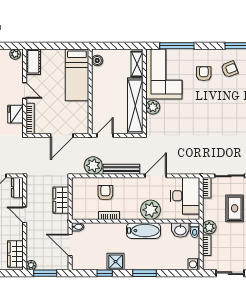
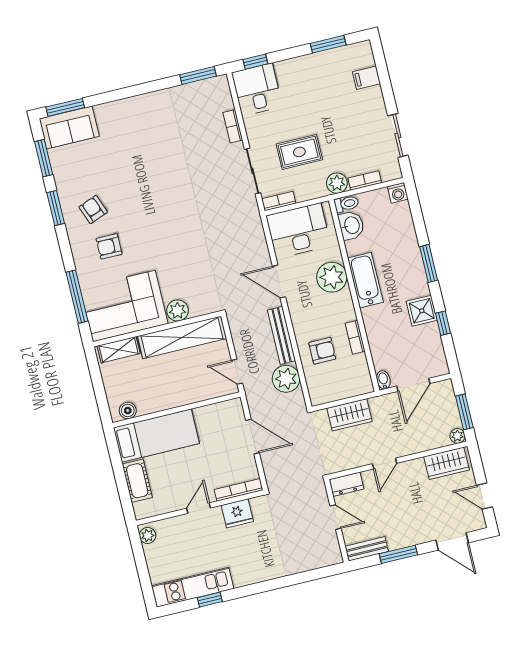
cot: (33, 62) -> (137, 481), moved, turned 90
armchair: (105, 193) -> (322, 351), turned 180

